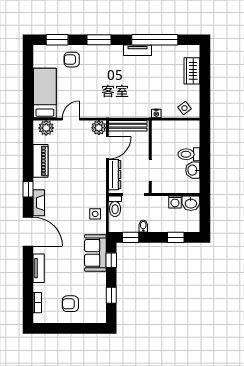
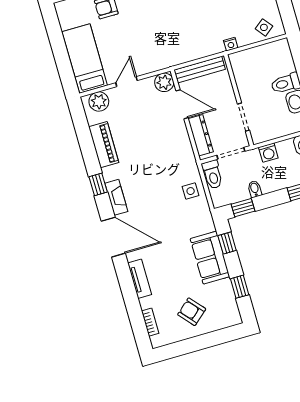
door: (107, 148) -> (182, 104), hinge flipped
washing machine: (175, 202) -> (268, 153), moved
sofa: (95, 253) -> (210, 258), moved
armchair: (70, 304) -> (192, 312), turned 49

